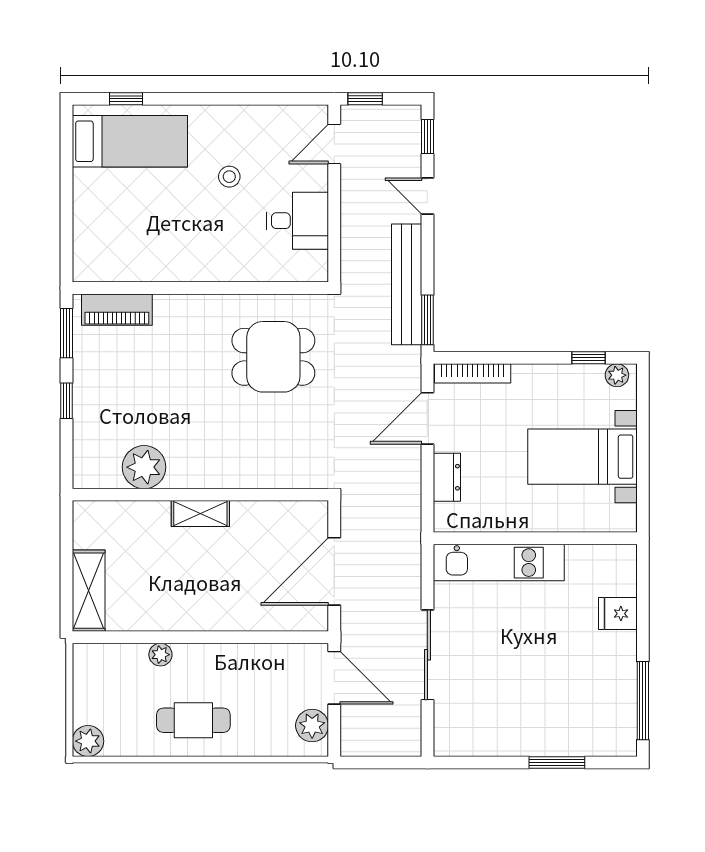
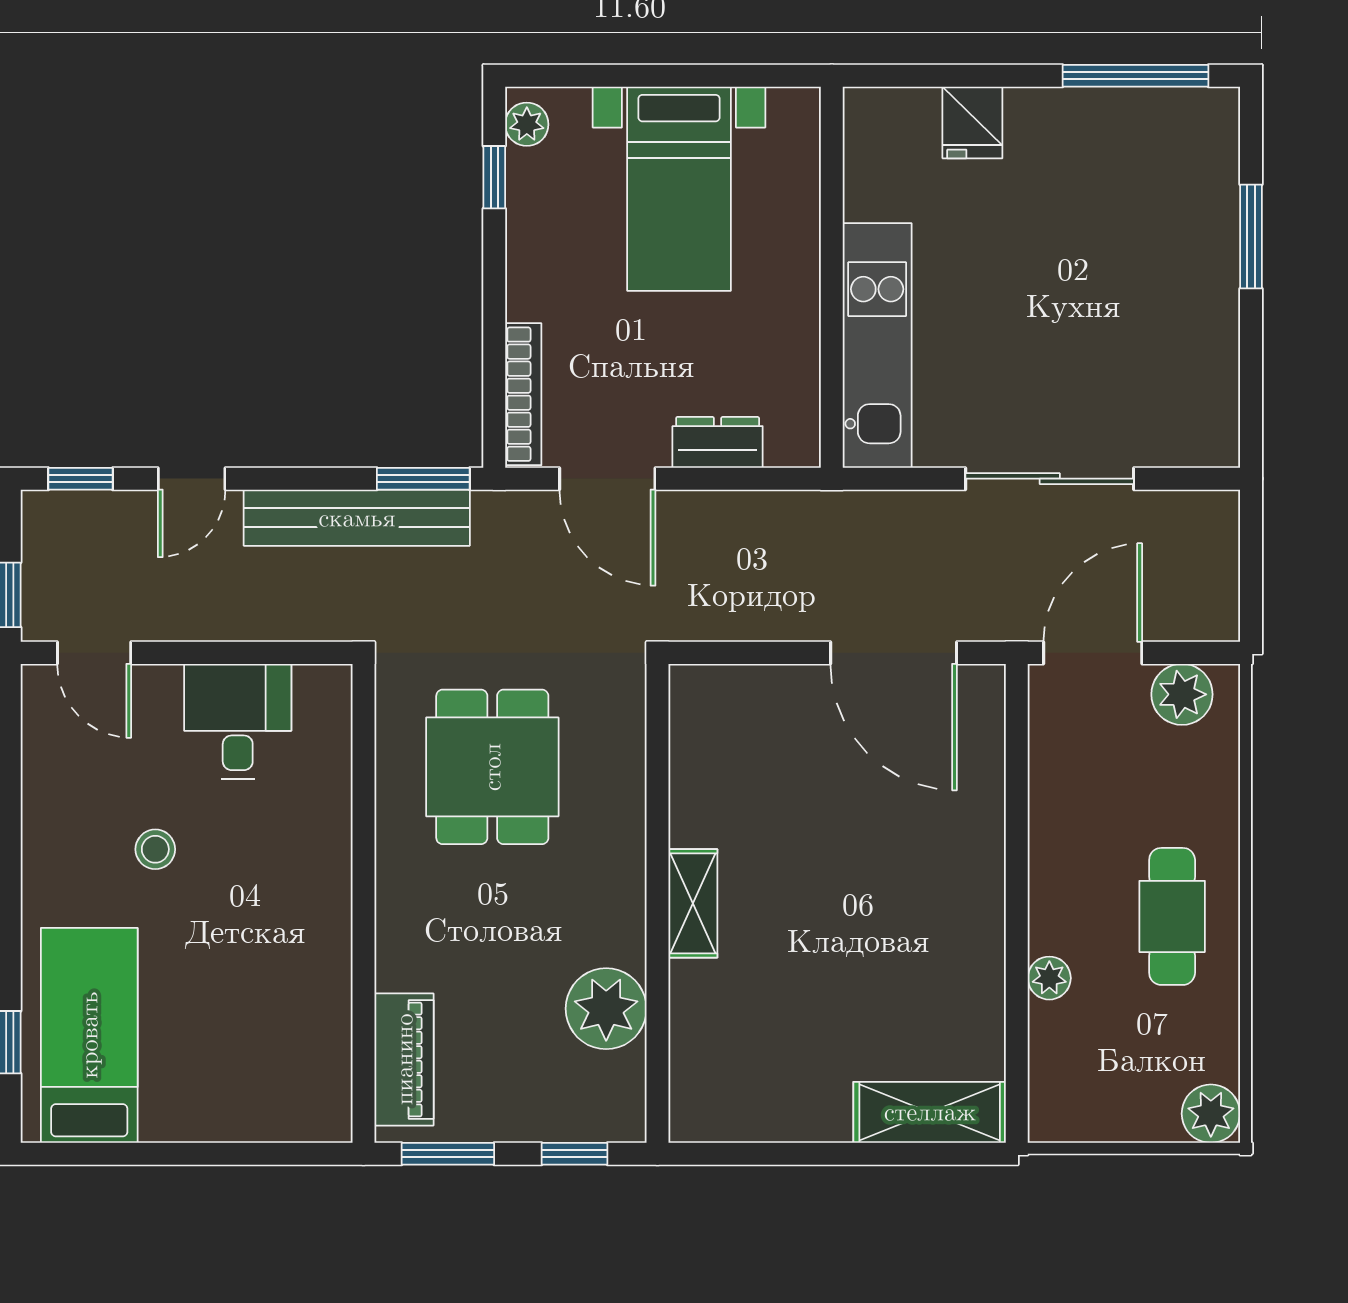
plant: (144, 467) -> (606, 1009), moved
wall: (200, 495) -> (658, 903), moved
shelving: (200, 514) -> (693, 903), moved

